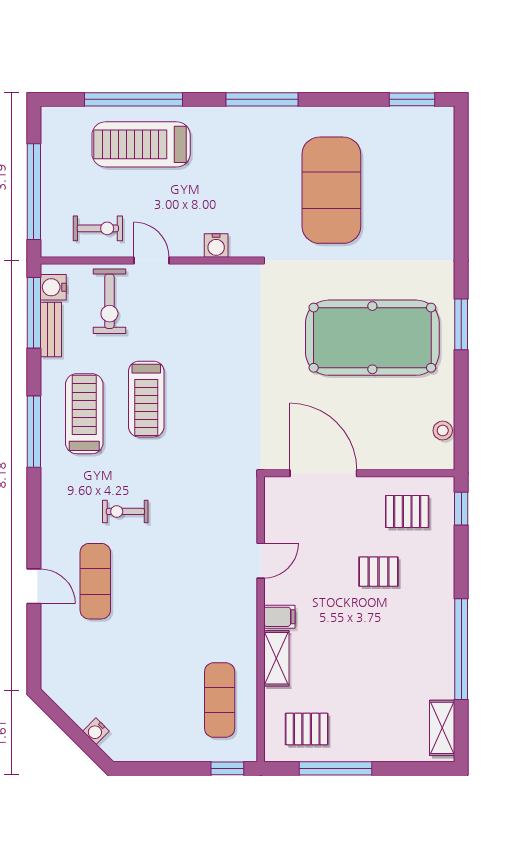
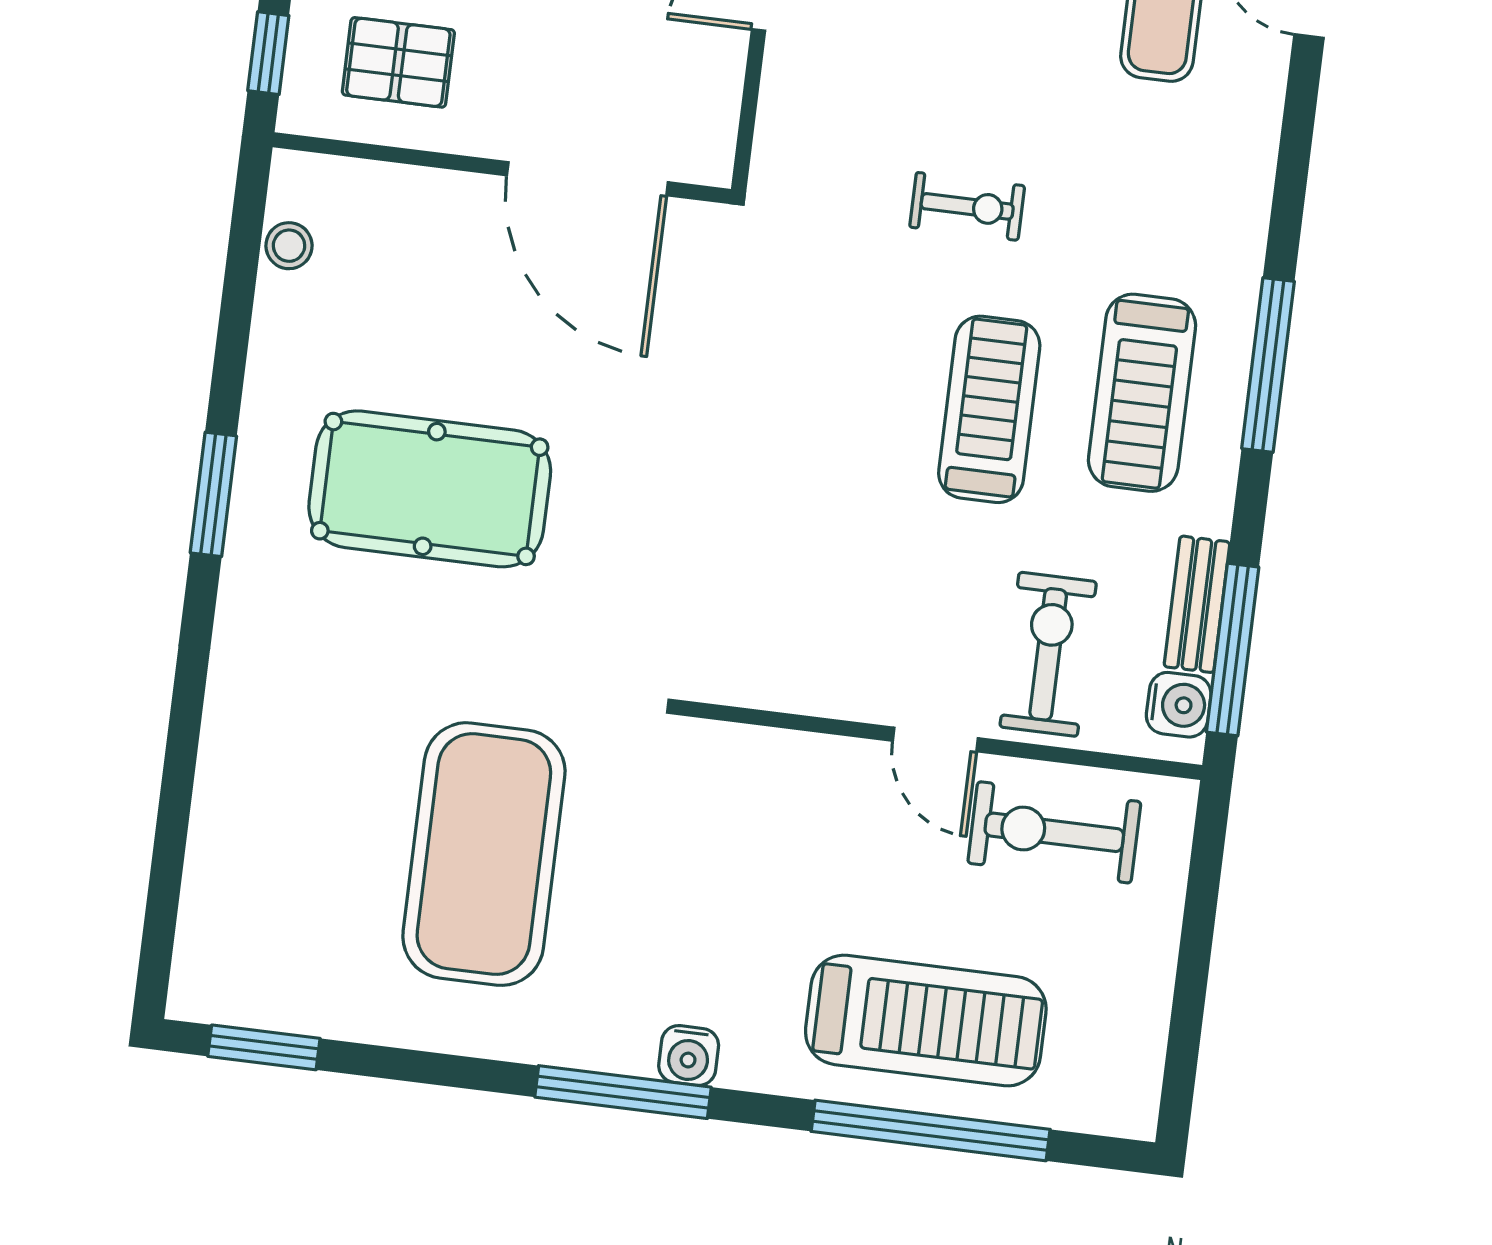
window: (34, 192) -> (1197, 939), removed
exercise bike: (98, 228) -> (1054, 832), width x1.38, depth x1.39
water cooler: (216, 245) -> (689, 1055), moved, turned 180
pool table: (372, 338) -> (430, 489), width x0.73, depth x0.76
exercise bike: (125, 511) -> (967, 206), moved

